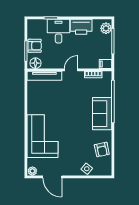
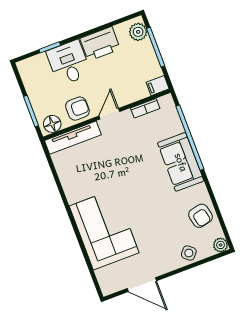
armchair: (35, 46) -> (77, 109), moved
plant: (32, 171) -> (220, 245), moved

